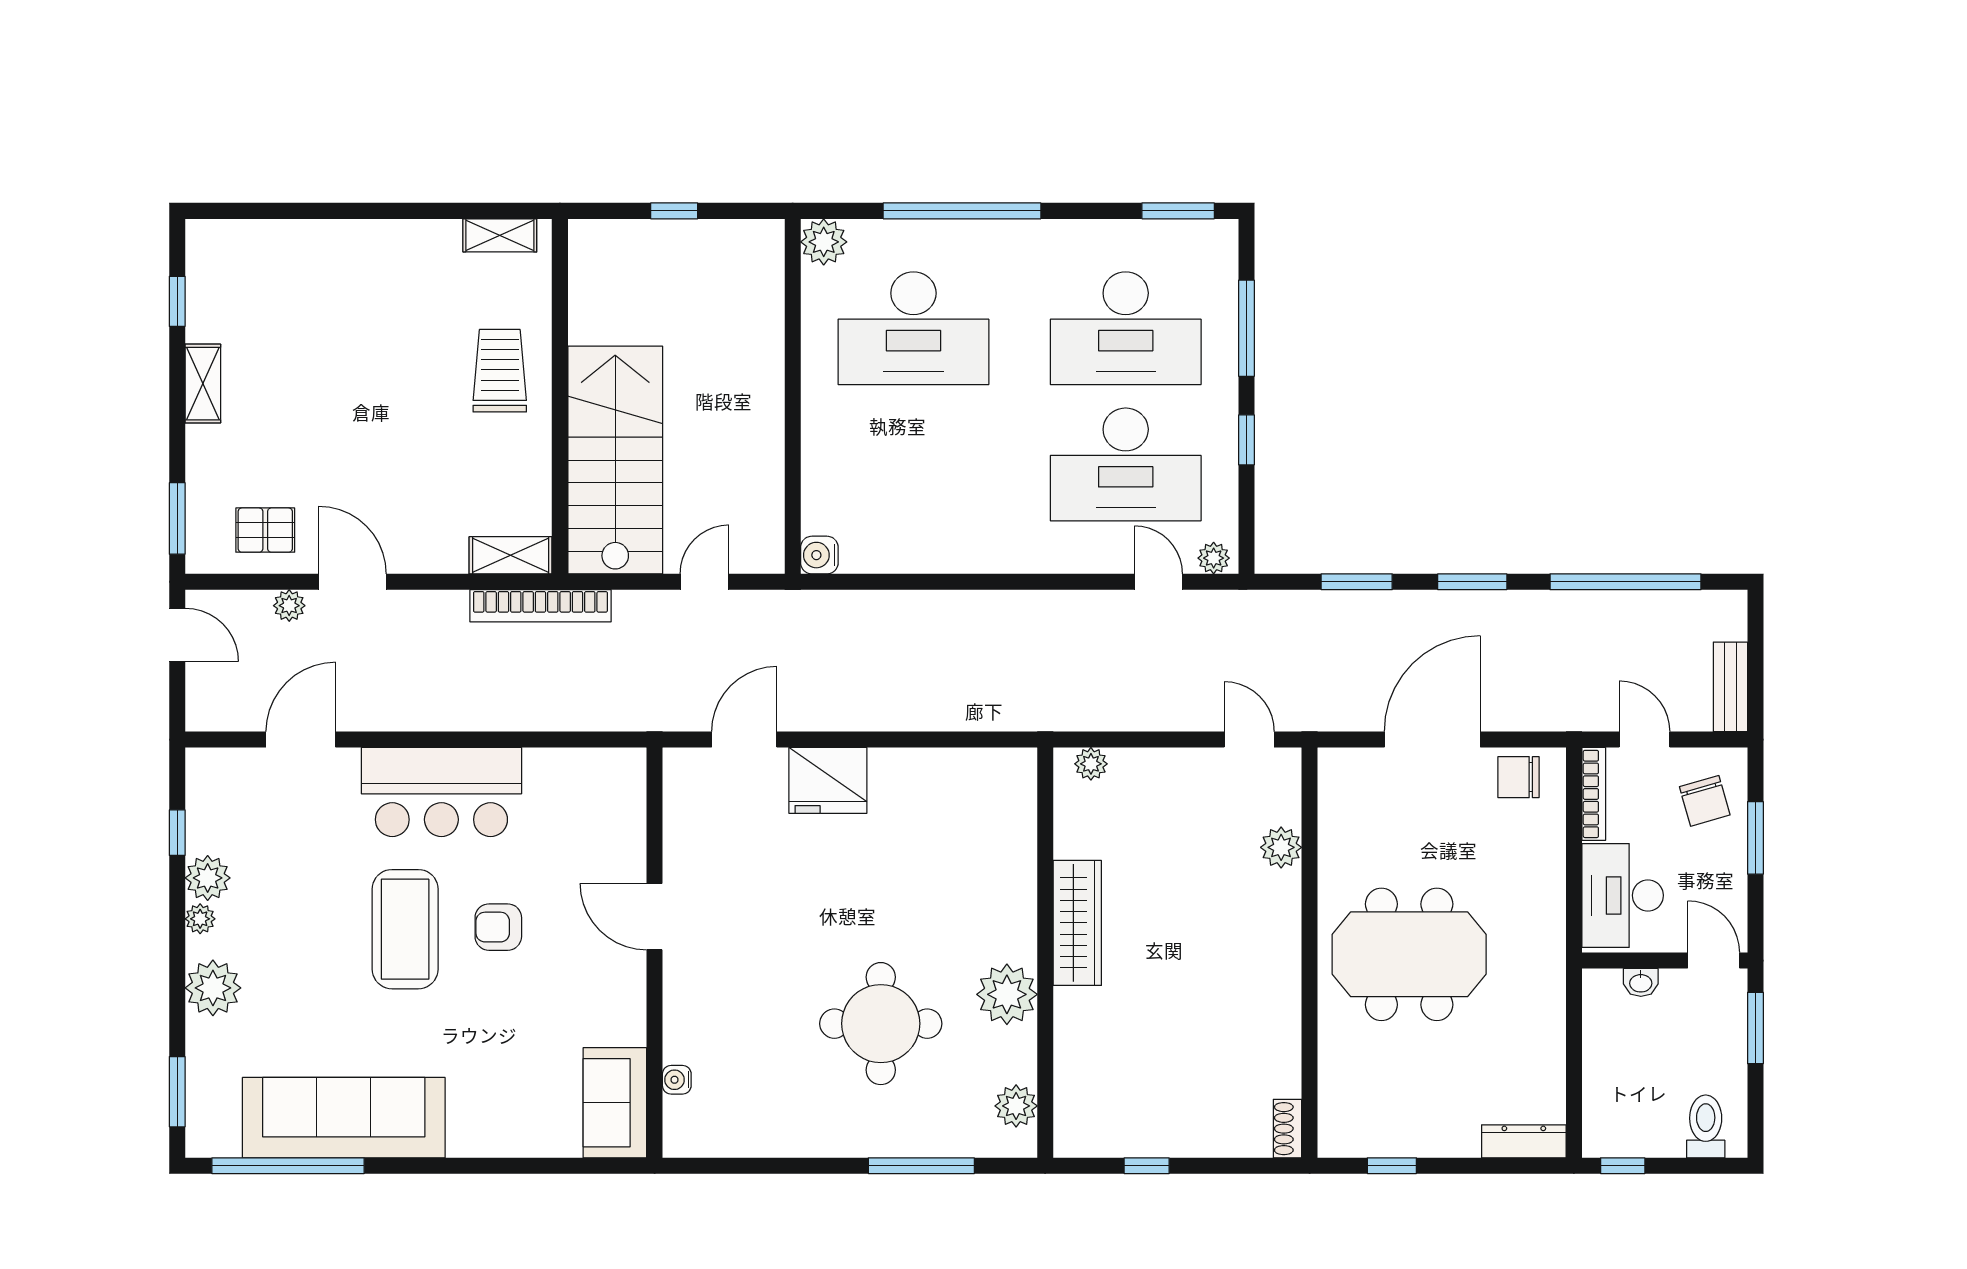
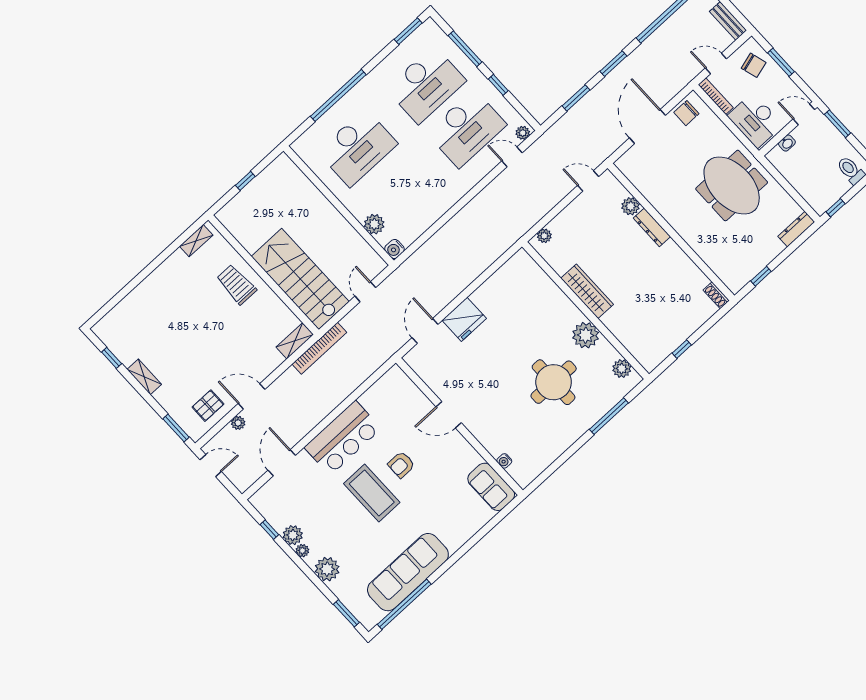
plant: (824, 242) -> (374, 224), moved
dresser: (1284, 916) -> (652, 227), added
meeting table: (1409, 954) -> (732, 186), moved, turned 90

